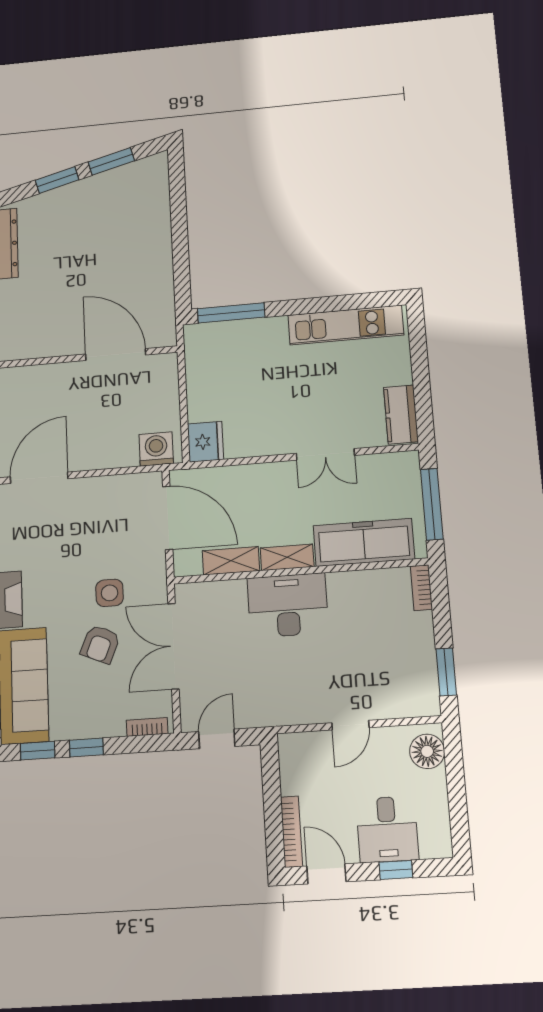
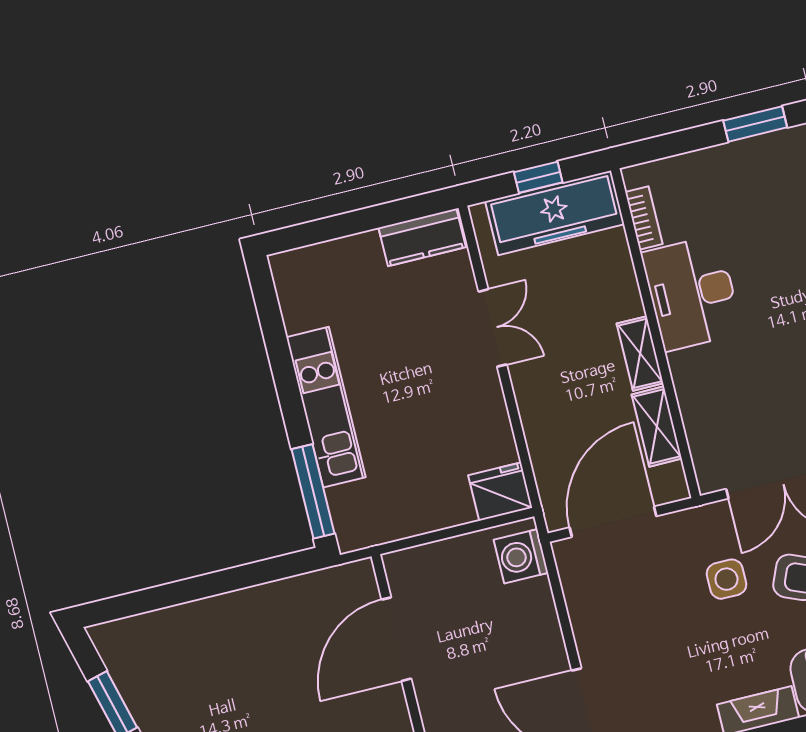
kitchen unit: (346, 325) -> (326, 407), moved
window: (432, 504) -> (538, 177), width x0.46
freezer: (364, 542) -> (555, 213), moved, turned -90
bookcase: (421, 588) -> (644, 218), moved, turned -90
desk: (288, 605) -> (692, 293), moved

